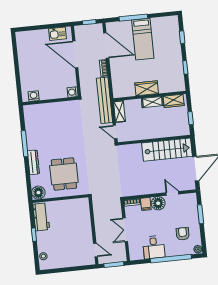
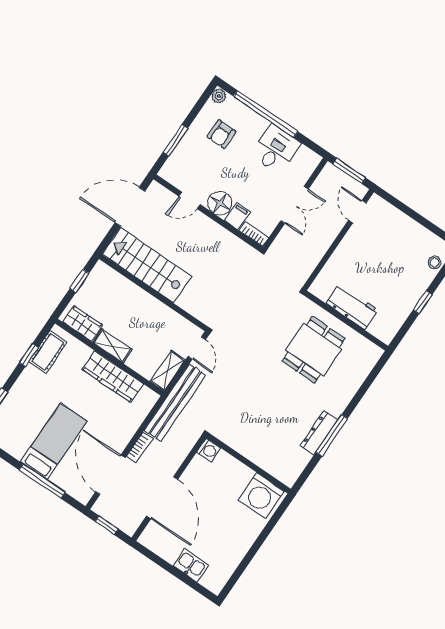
kitchen sink: (57, 34) -> (191, 565), moved
cot: (178, 76) -> (48, 352), added
wardrobe: (147, 88) -> (113, 377), width x1.50
washing machine: (34, 96) -> (261, 495), width x1.89, depth x1.89
dresser: (33, 162) -> (319, 433), moved
floor lamp: (38, 193) -> (369, 354), removed
door: (172, 193) -> (189, 200), hinge flipped
workbench: (41, 217) -> (352, 307), moved, turned 90

